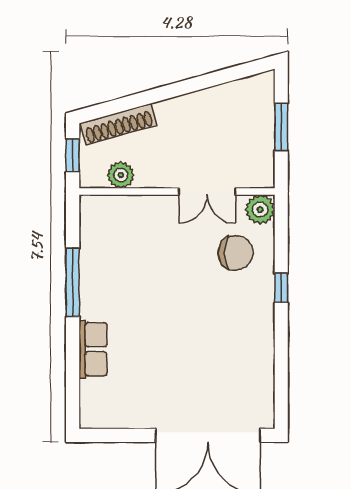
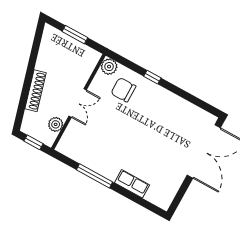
shoe rack: (118, 124) -> (36, 91), moved
double door: (207, 191) -> (78, 103), moved
chair: (236, 253) -> (123, 90), turned -90

